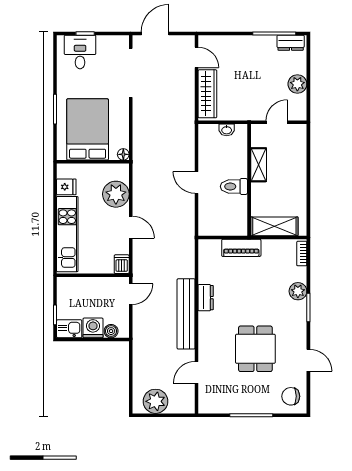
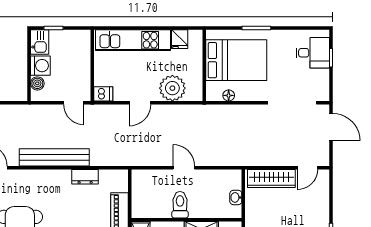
floor lamp: (123, 154) -> (229, 95), moved
door: (196, 182) -> (184, 168), hinge flipped
dresser: (206, 298) -> (85, 177), moved

